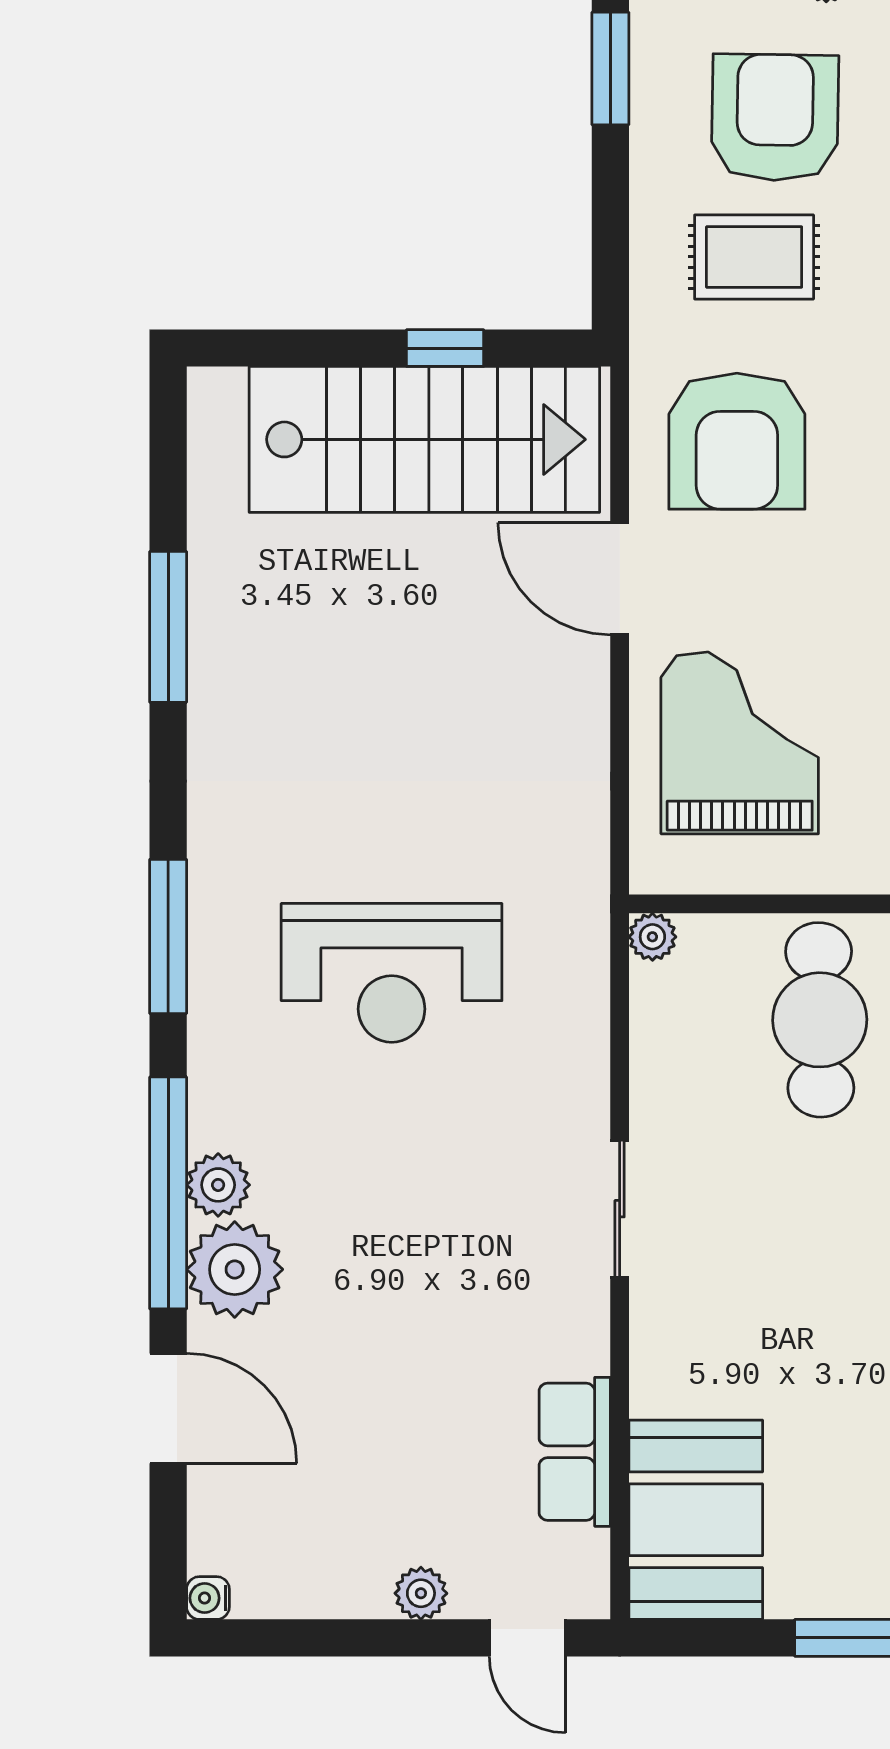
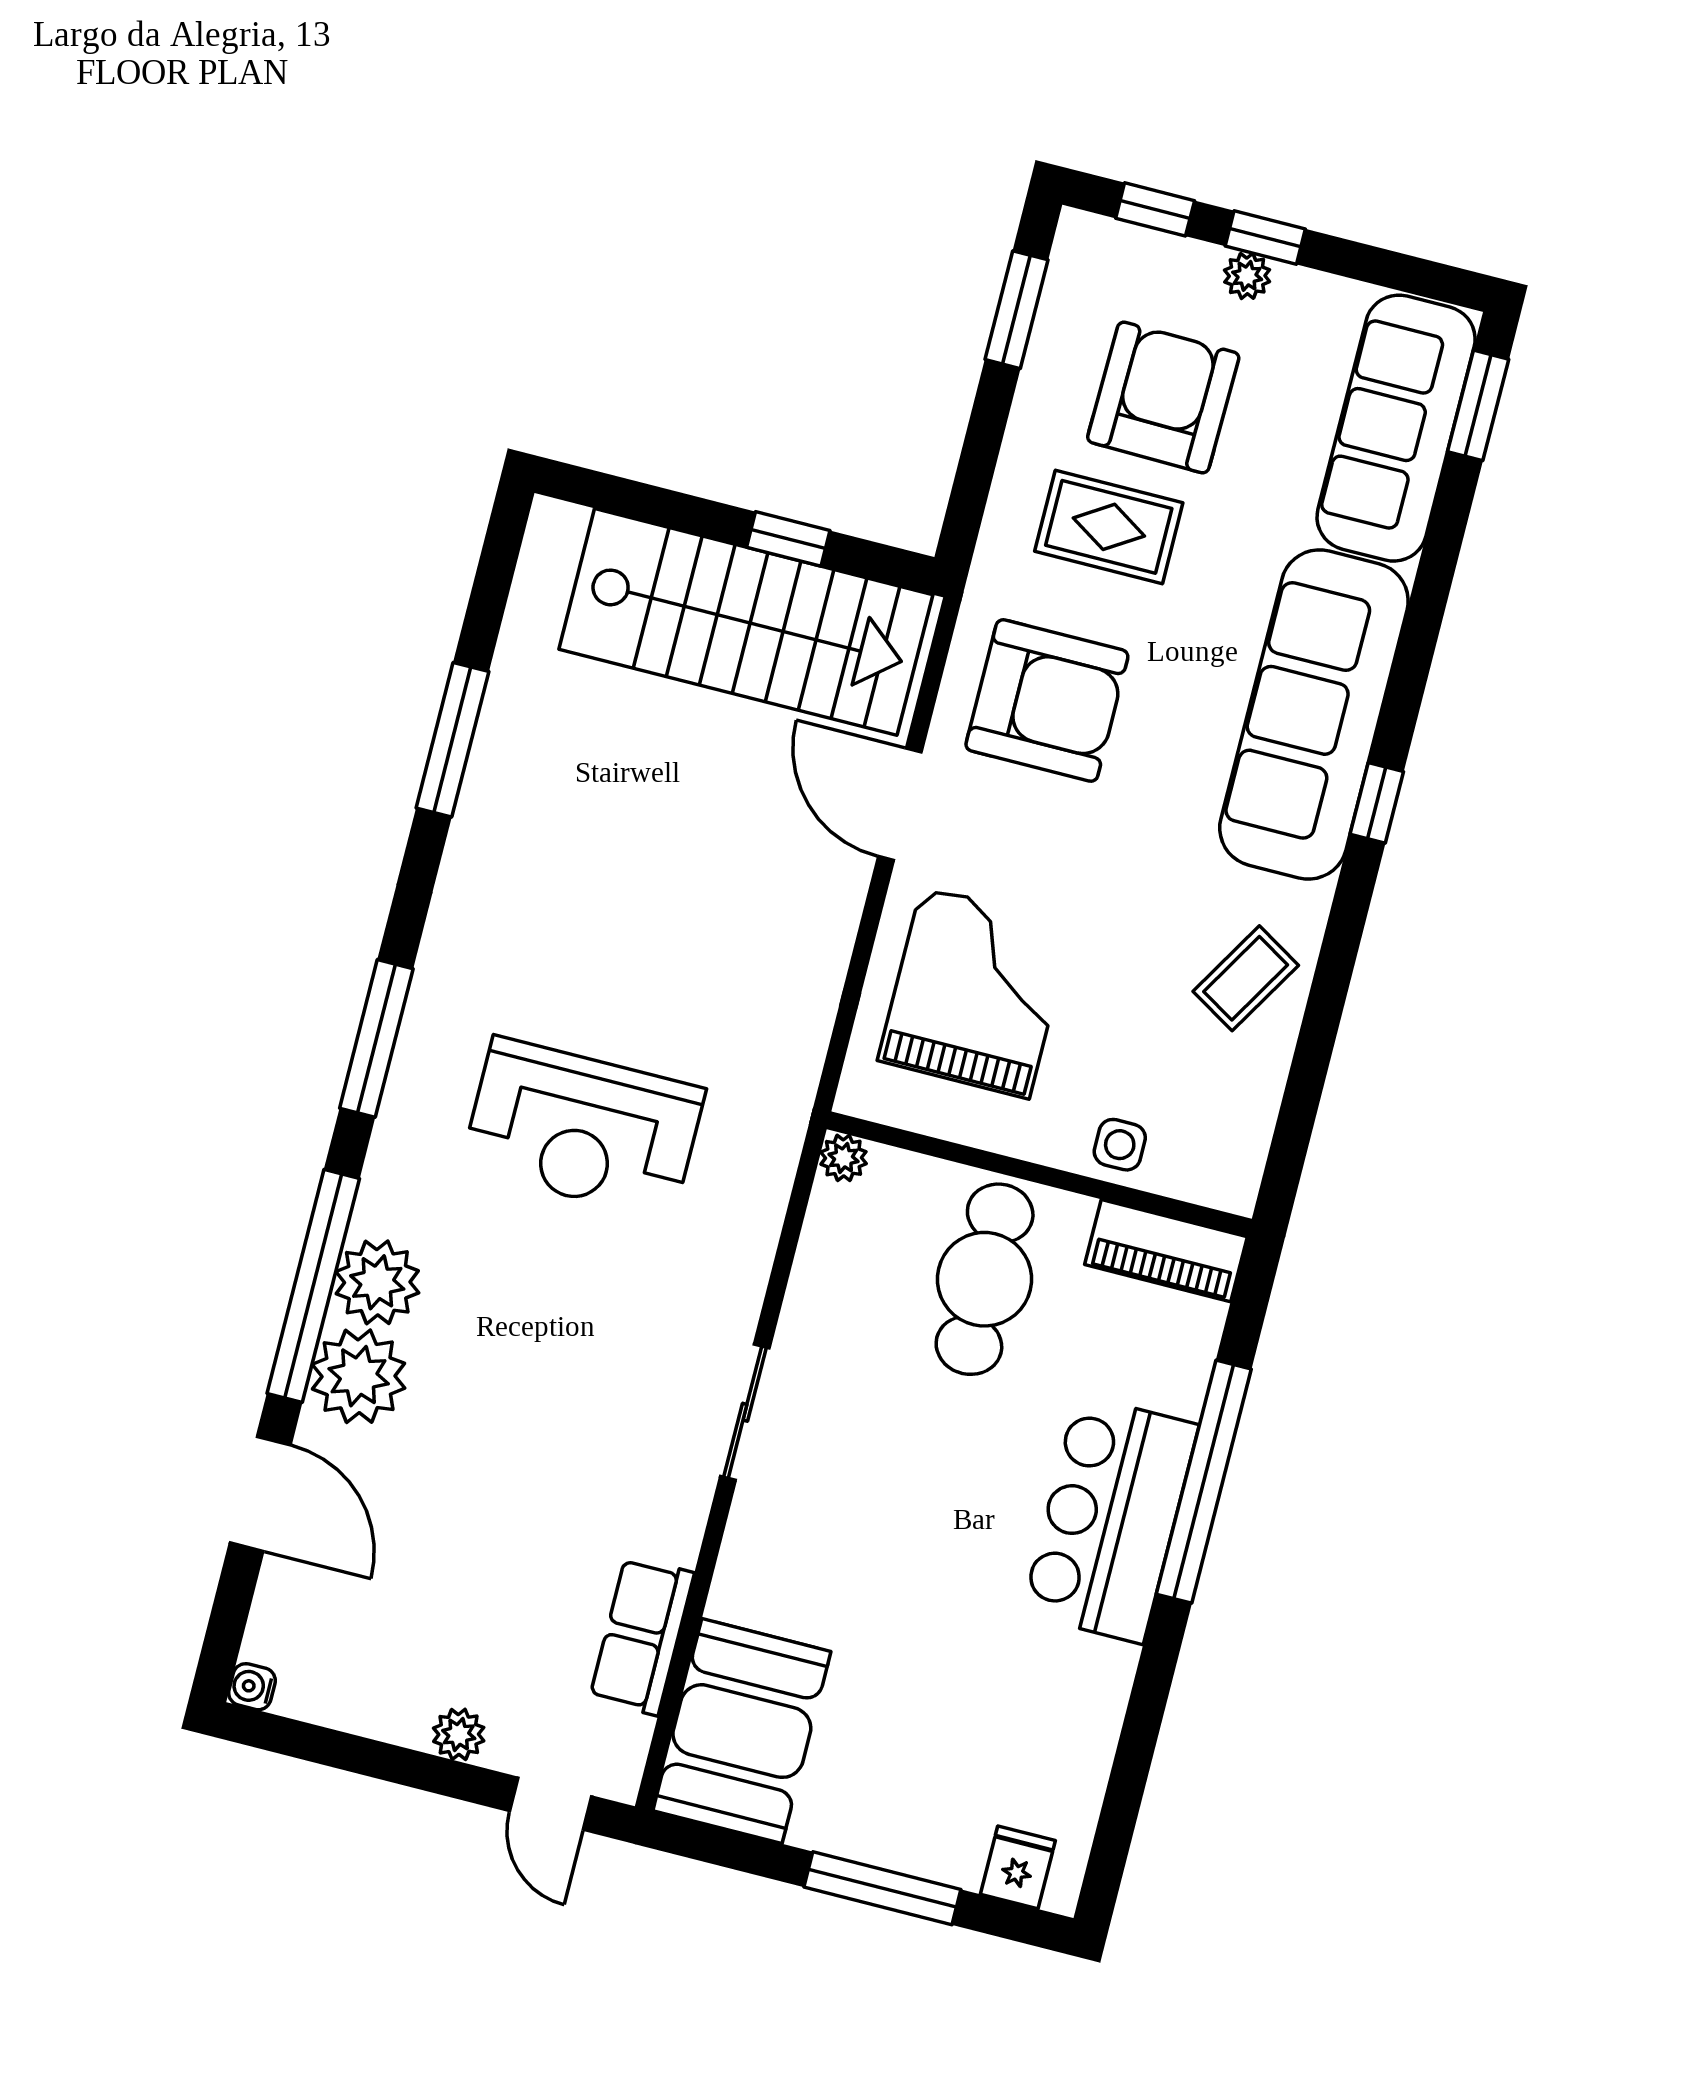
armchair: (737, 441) -> (1047, 700), turned -90
plant: (218, 1185) -> (377, 1282), width x1.36, depth x1.36

